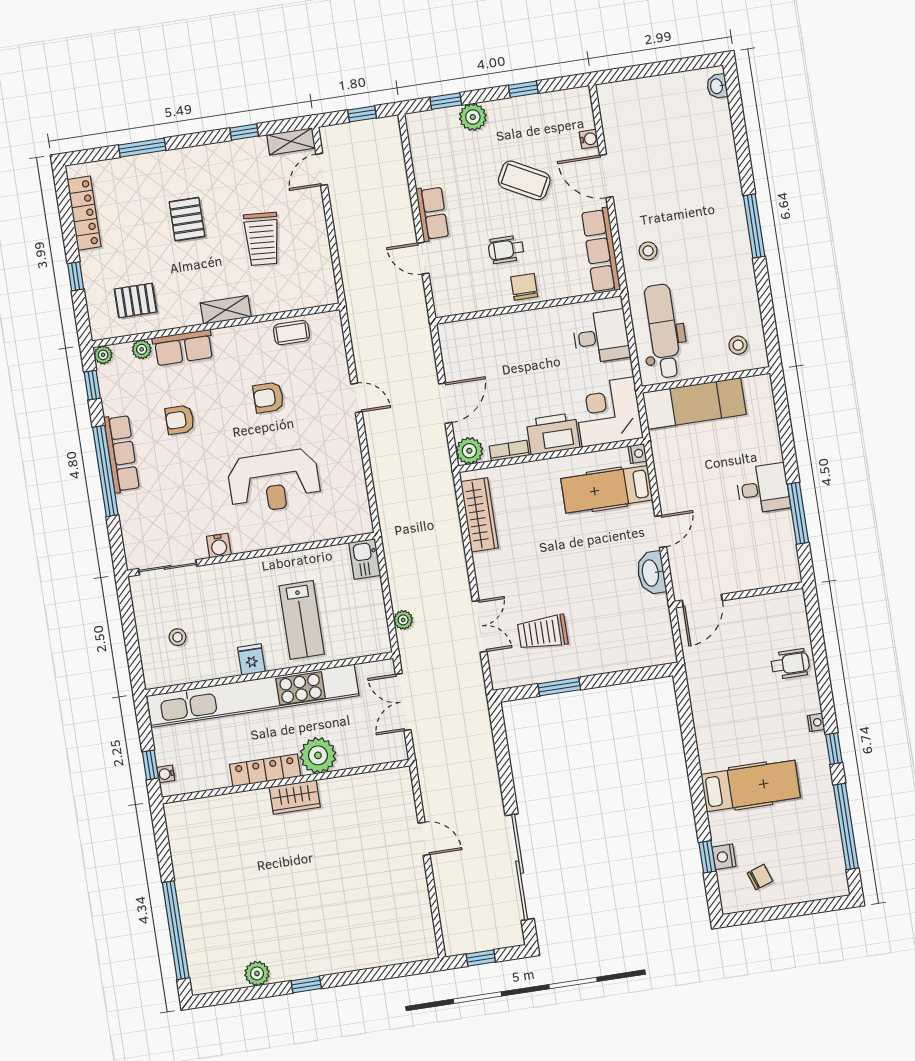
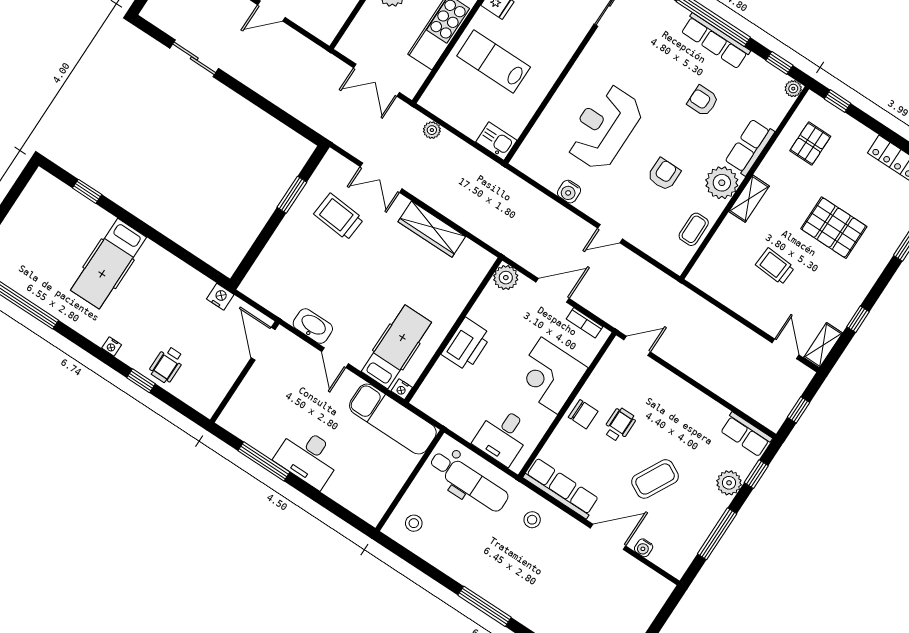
window: (523, 89) -> (717, 534), width x2.17
row of seats: (432, 214) -> (746, 435), moved
pallet: (187, 219) -> (834, 228), width x1.50, depth x1.42
trolley: (262, 239) -> (775, 266), width x0.73, depth x0.72
door: (423, 258) -> (637, 346), moved
window: (76, 276) -> (838, 101), moved
plant: (142, 349) -> (722, 183), moved, width x1.88, depth x1.88
door: (445, 403) -> (552, 290), swing flipped
exam couch: (694, 403) -> (393, 419), moved, turned -90
corner desk: (608, 412) -> (549, 376), moved, turned 180
armchair: (180, 420) -> (703, 101), turned -90
bookcase: (509, 451) -> (584, 323), moved, turned 90
desk: (763, 489) -> (308, 457), width x1.37
wardrobe: (479, 515) -> (432, 229), moved
water cooler: (219, 546) -> (569, 192), moved, turned -90
trolley: (543, 632) -> (339, 217), turned -85
double door: (403, 702) -> (376, 80), swing flipped
window: (834, 749) -> (141, 381), moved
nightstand: (724, 857) -> (220, 297), moved
sliding door: (520, 867) -> (194, 58), width x0.54
chair: (760, 877) -> (41, 215), removed

